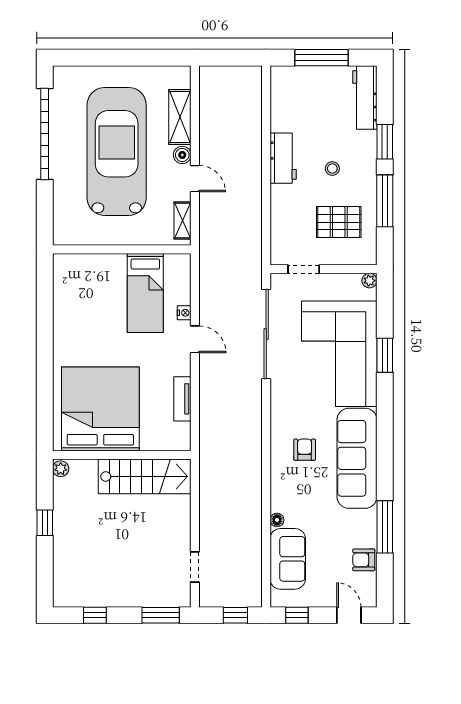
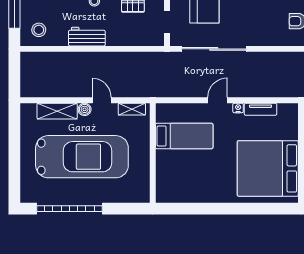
stool: (293, 91) -> (39, 30), added
car: (117, 151) -> (82, 157), turned 180
door: (195, 179) -> (102, 100), hinge flipped
nightstand: (184, 313) -> (238, 108), moved

